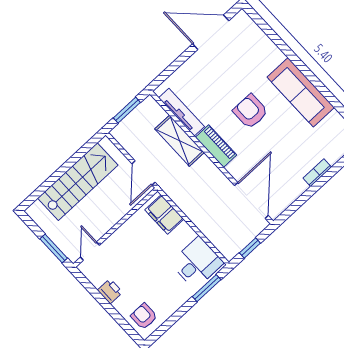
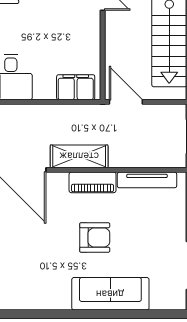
sofa: (301, 92) -> (110, 294), moved
shelving: (180, 141) -> (79, 156), moved

